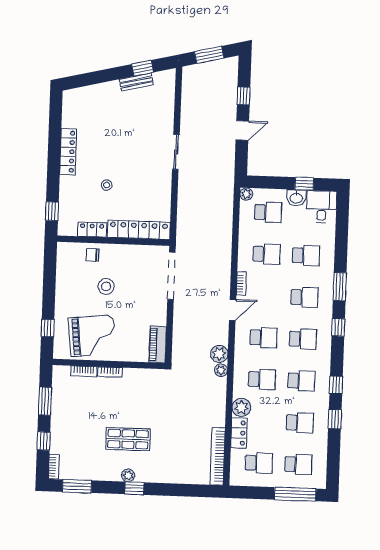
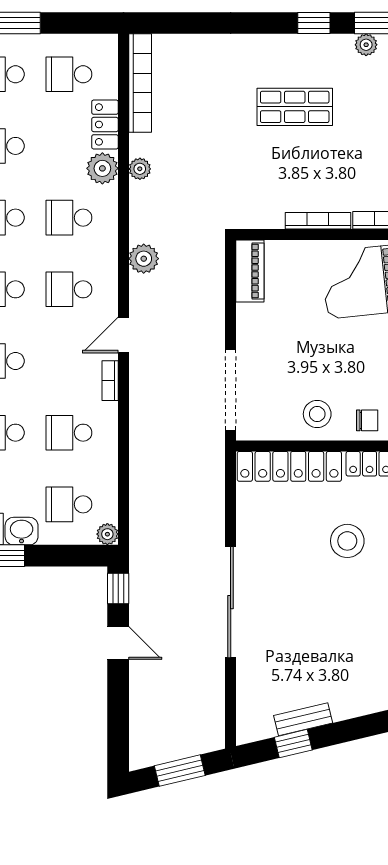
window: (244, 96) -> (118, 589), moved
door: (242, 130) -> (118, 643), swing flipped
sliding door: (176, 152) -> (231, 602), width x1.86
stool: (107, 185) -> (347, 541), width x1.89, depth x1.89
stool: (106, 286) -> (317, 414), moved
plant: (221, 370) -> (140, 169), moved
bookcase: (110, 372) -> (318, 221), width x1.56
plant: (128, 475) -> (366, 45), moved
window: (134, 488) -> (314, 23), moved

